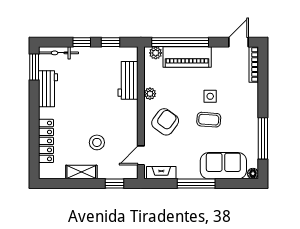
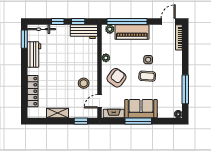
workbench: (128, 80) -> (84, 32), moved, turned -90
stool: (97, 142) -> (84, 83), moved
sofa: (223, 166) -> (141, 109), moved

